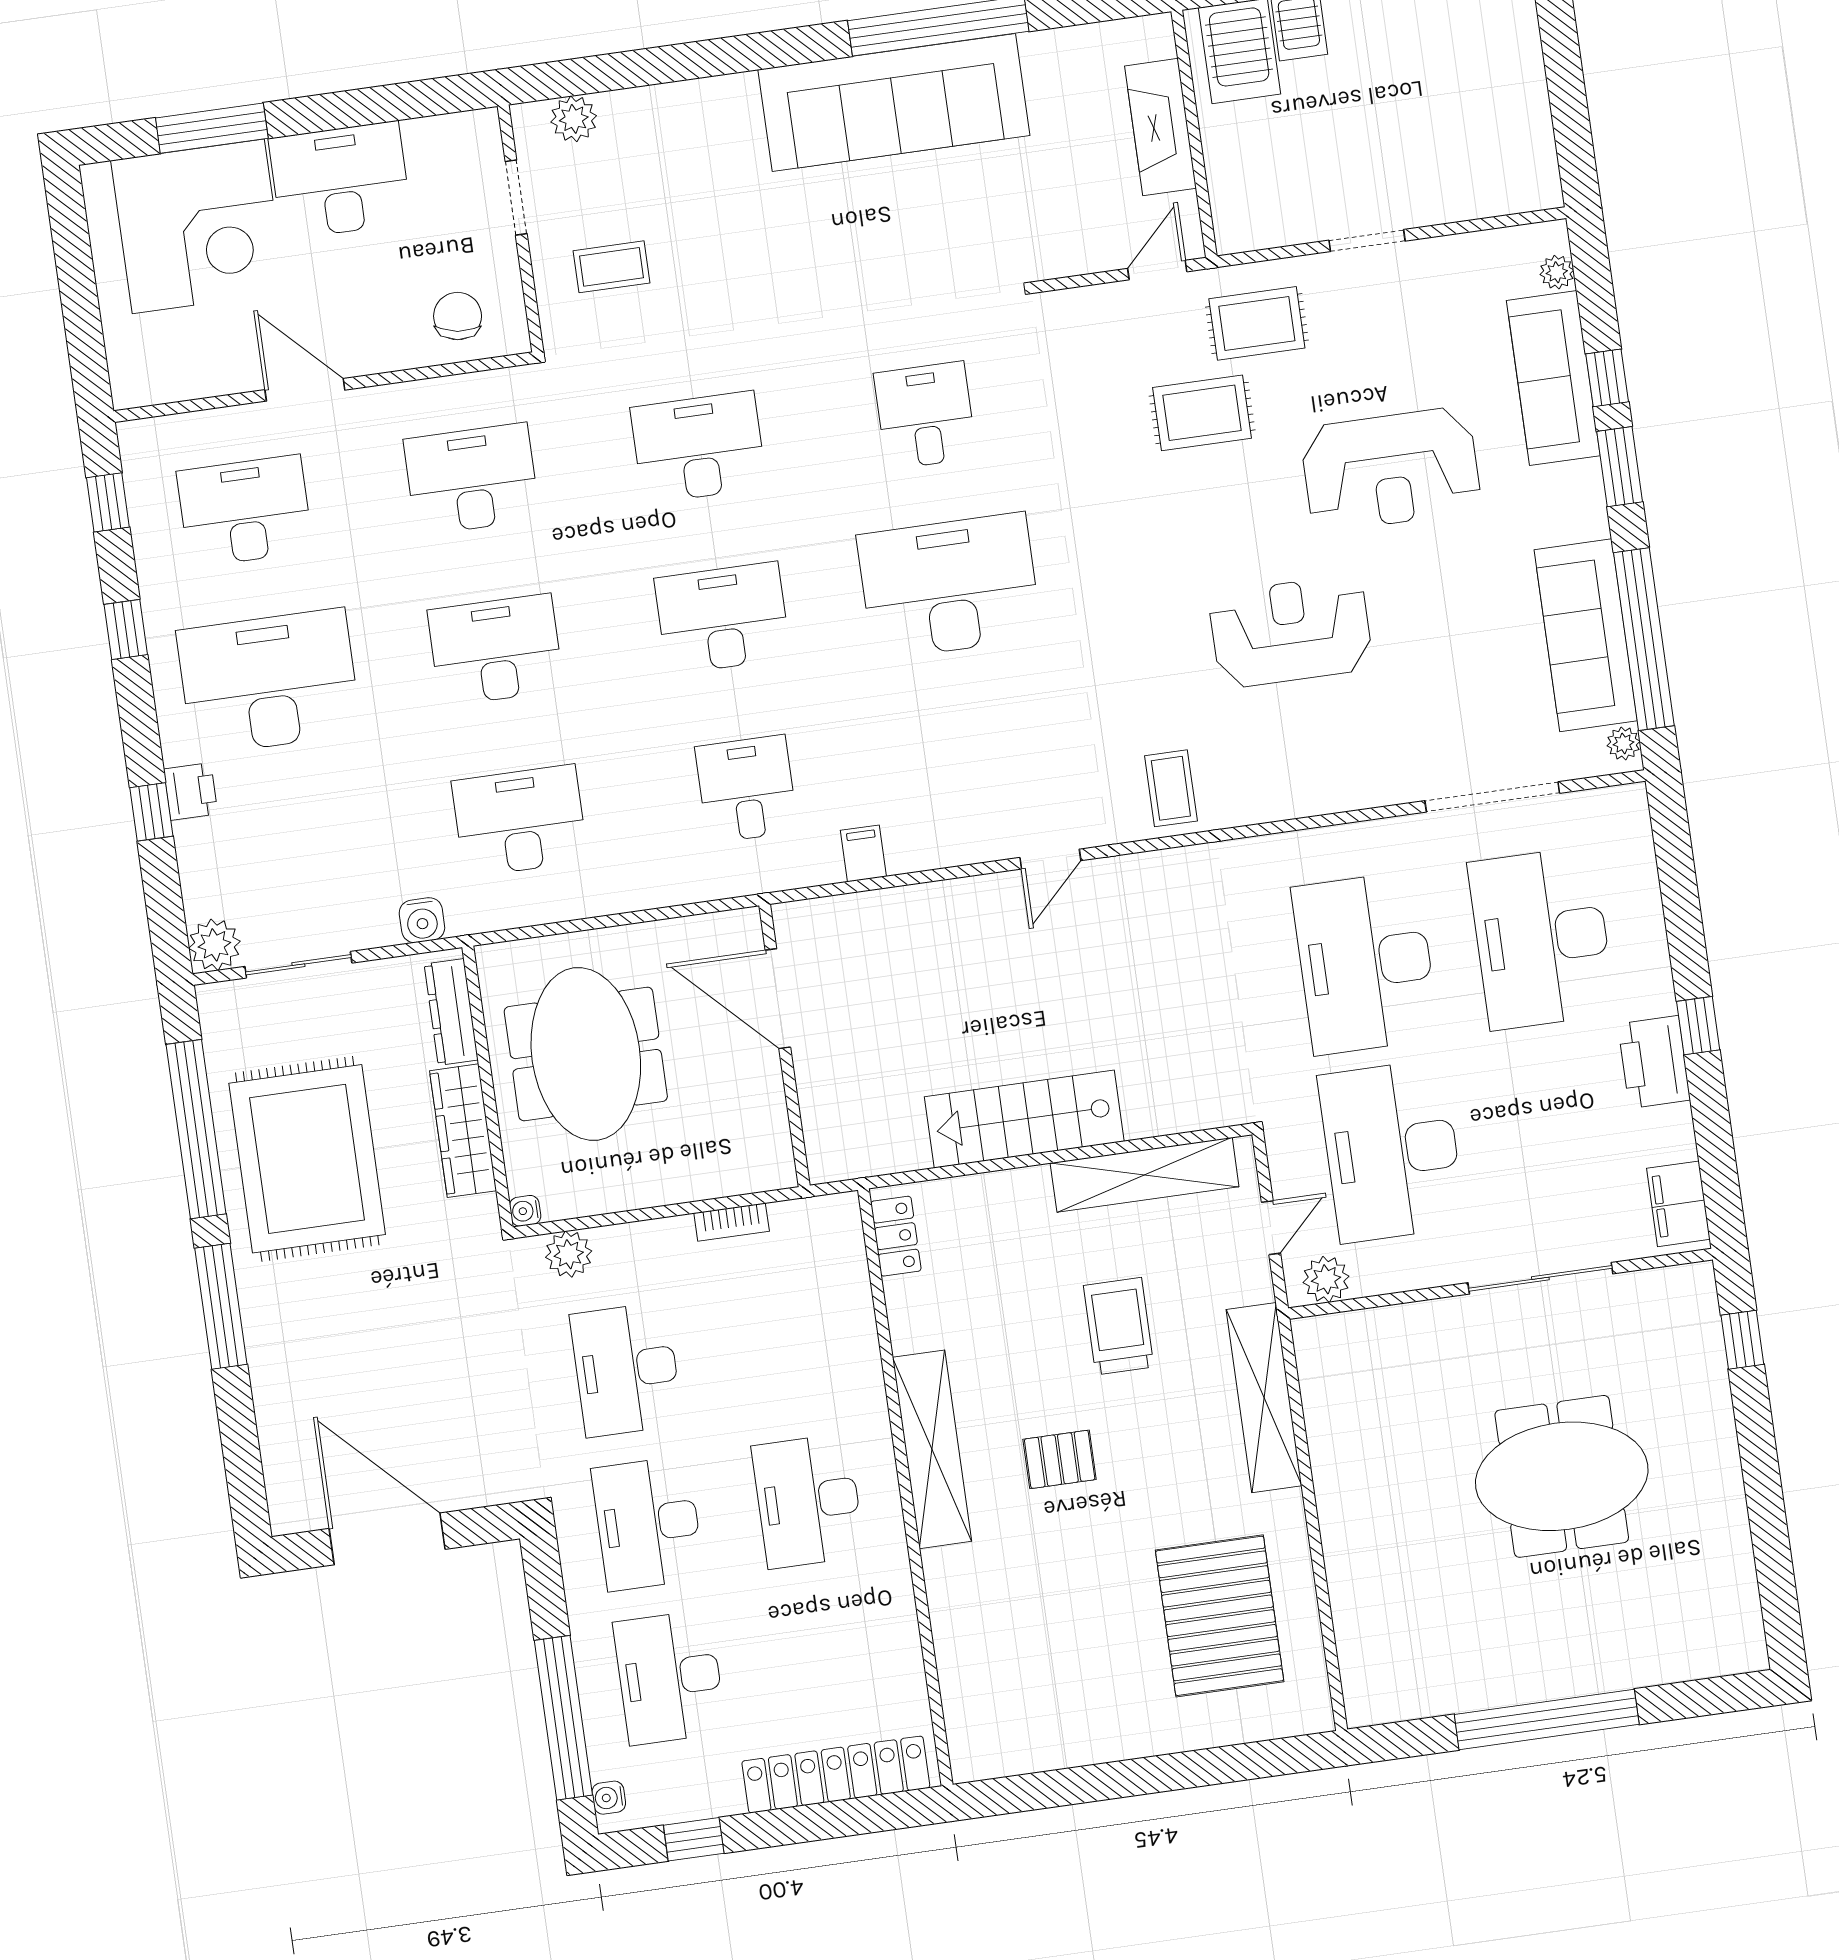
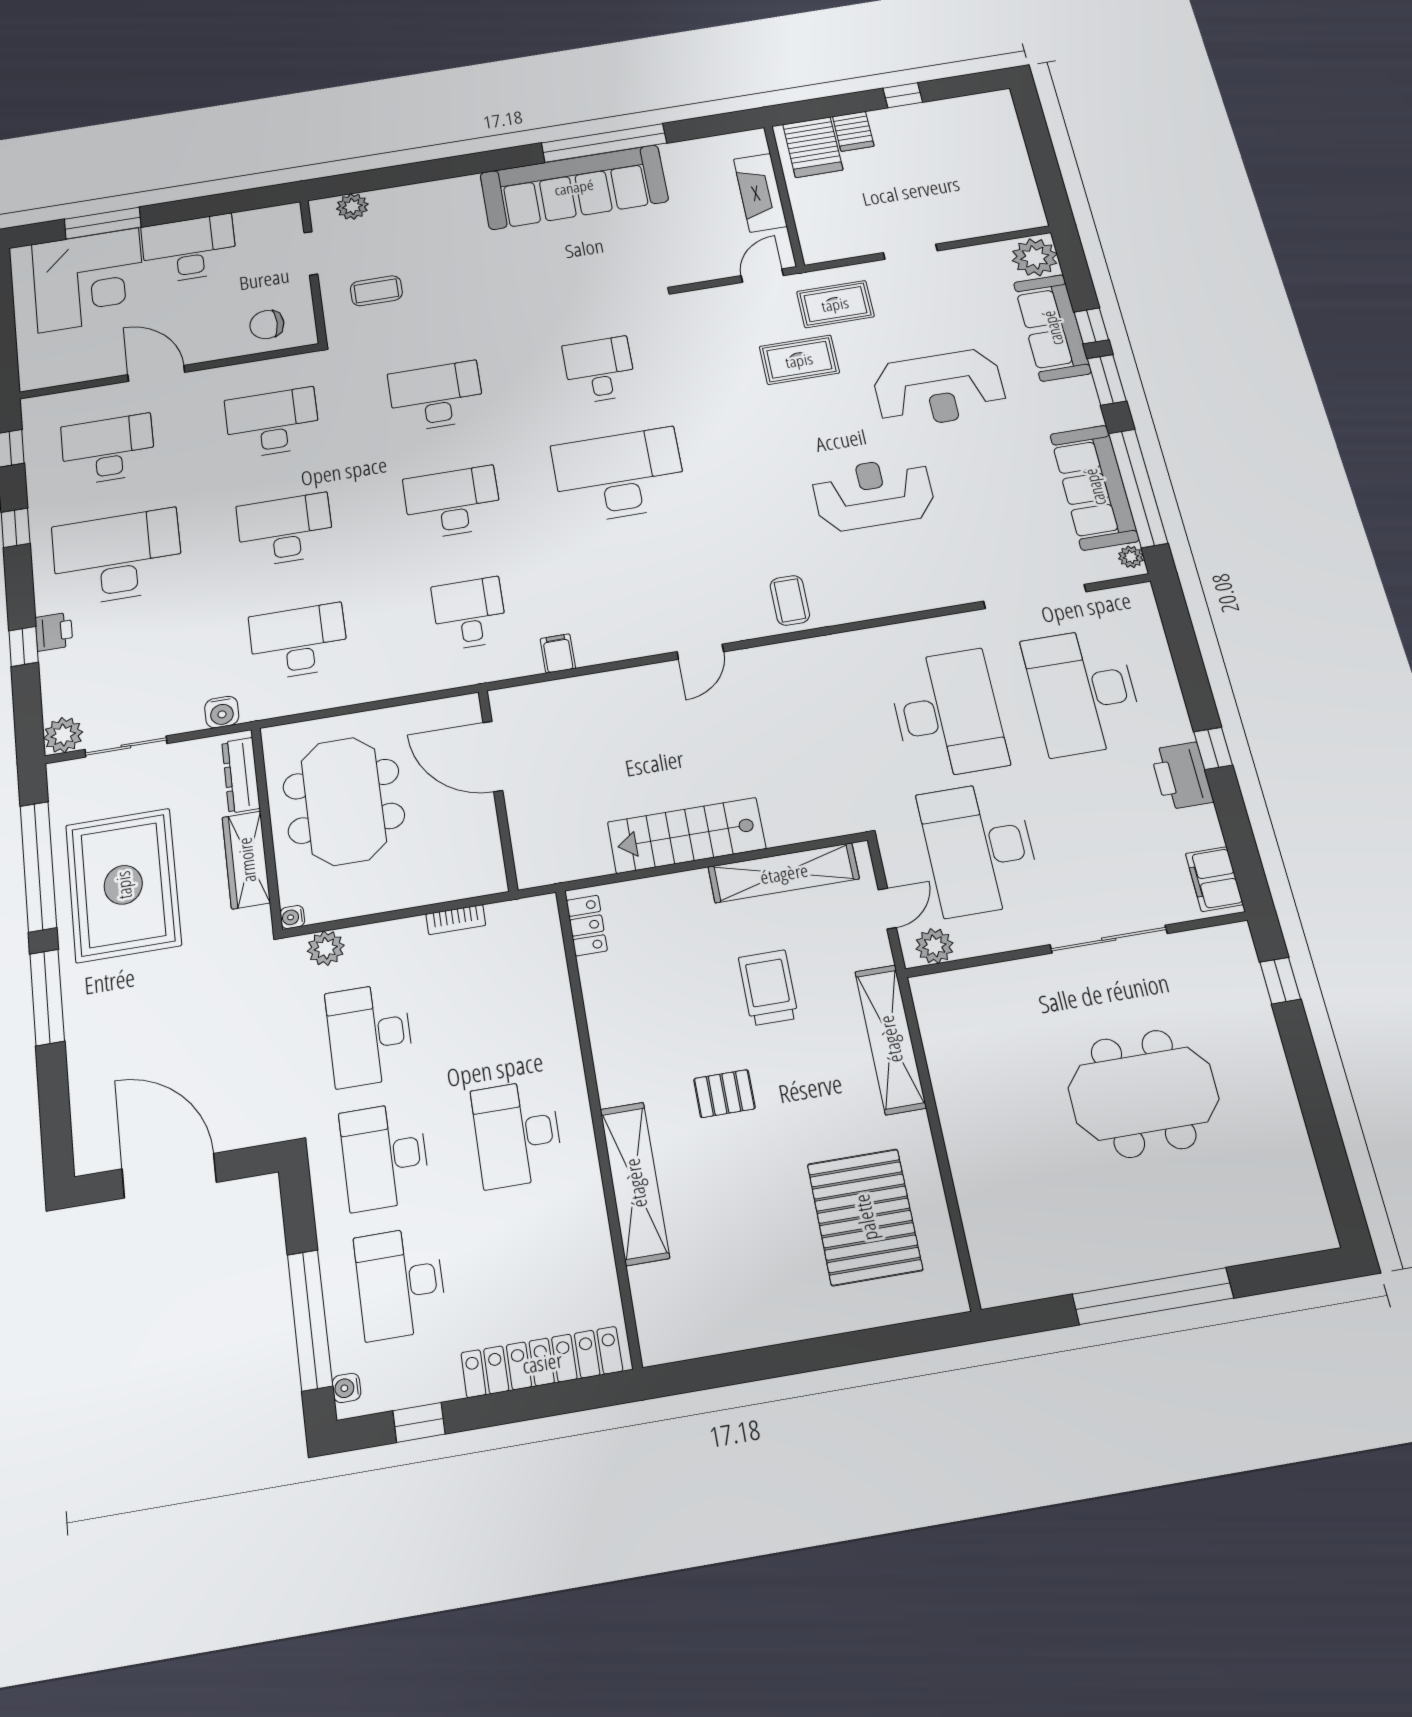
plant: (1557, 272) -> (1035, 257), width x1.87, depth x1.87
chair: (458, 316) -> (267, 325), turned -98
desk: (1365, 963) -> (947, 714), turned 180
shelving: (932, 1449) -> (635, 1183), moved

